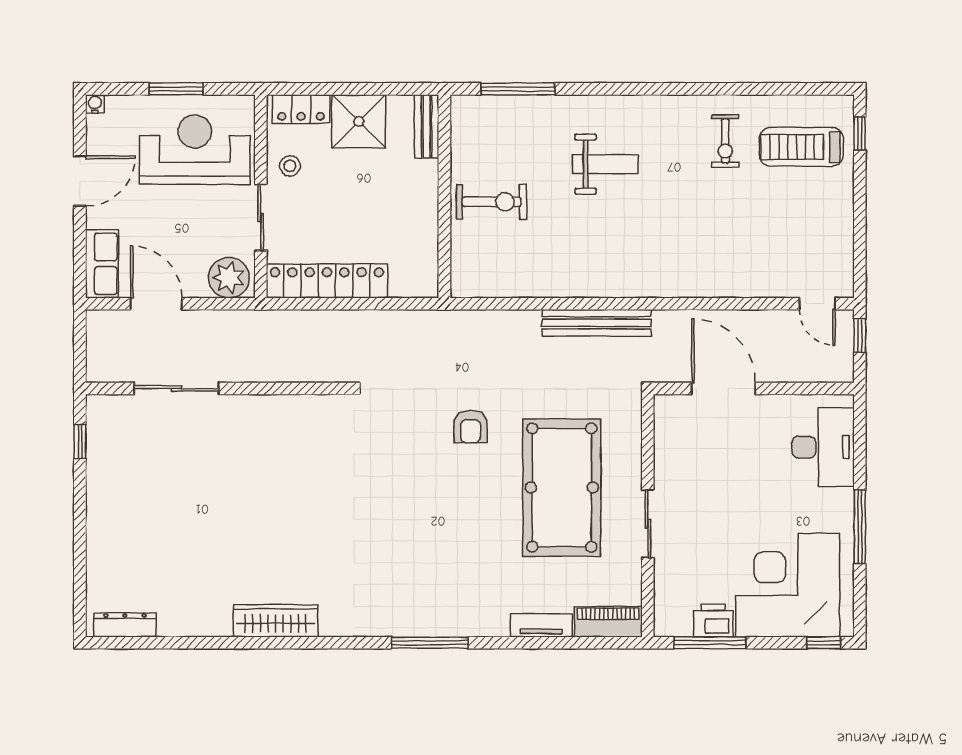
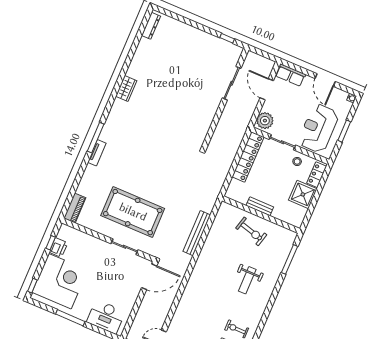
bench: (427, 126) -> (260, 206), moved
reception desk: (195, 150) -> (318, 128), turned 180
exercise bike: (492, 202) -> (251, 231), turned -75
door: (156, 304) -> (267, 89), swing flipped
bench: (596, 323) -> (197, 233), moved
door: (723, 388) -> (149, 277), moved
armchair: (471, 427) -> (170, 188), removed
sliding door: (648, 524) -> (125, 247), moved
wardrobe: (276, 621) -> (126, 88), width x0.67
tv unit: (541, 625) -> (97, 153), moved
window: (710, 643) -> (51, 243), width x0.46

